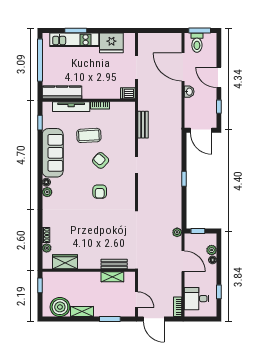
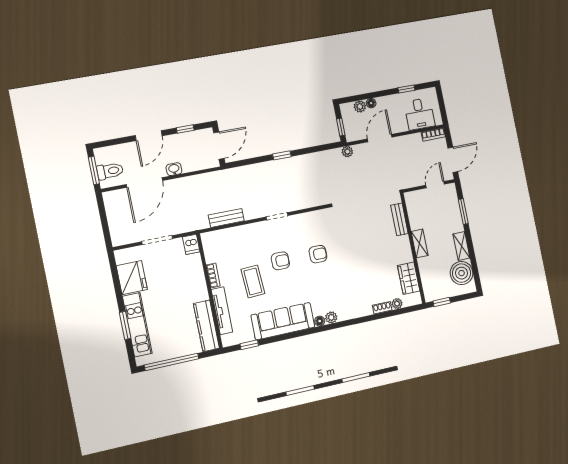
armchair: (101, 160) -> (280, 261), turned -133
shelving: (112, 277) -> (420, 243), moved

